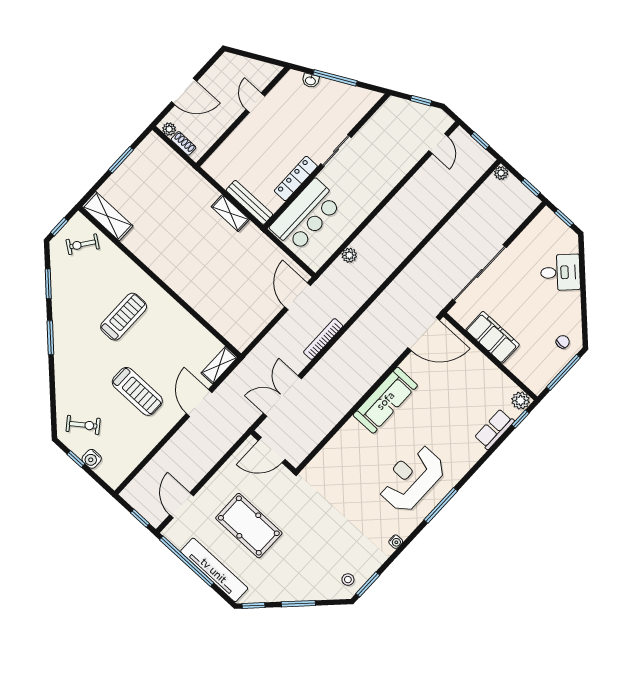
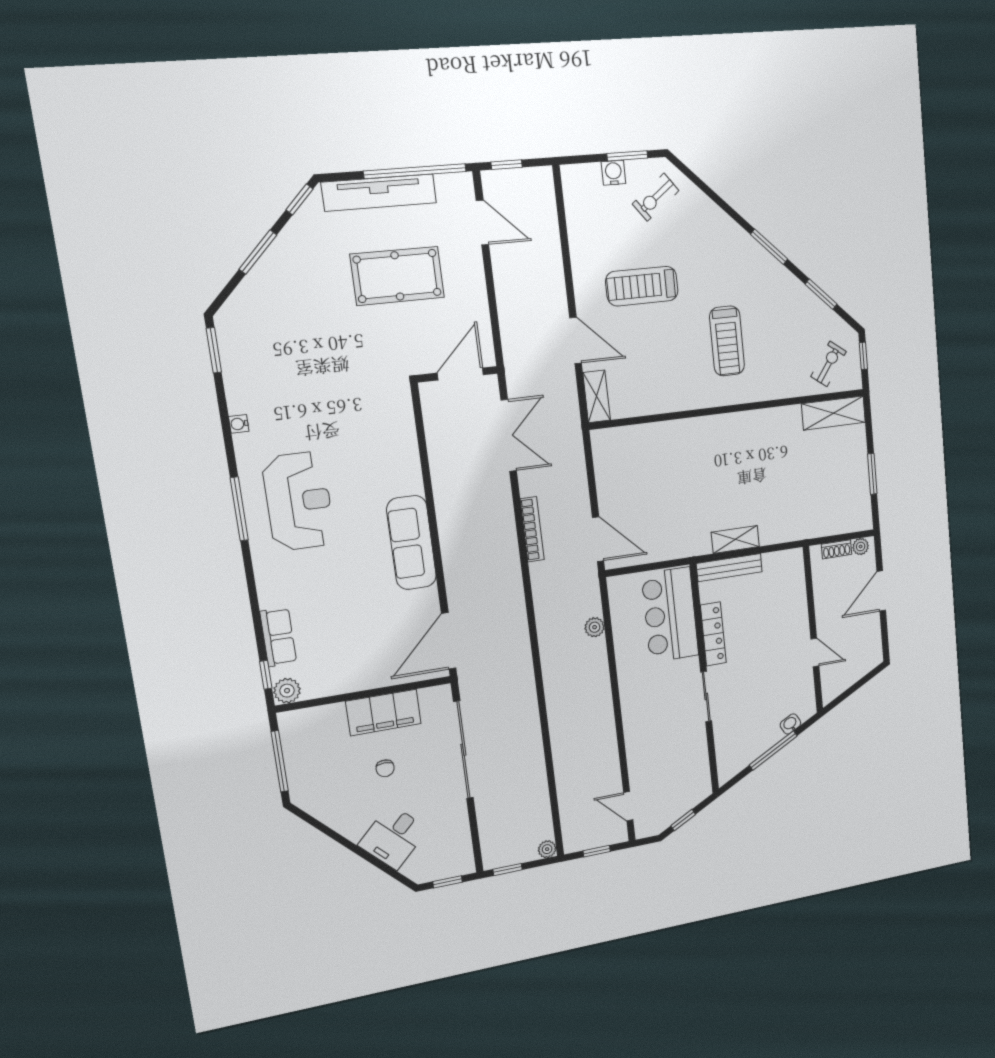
chair: (563, 342) -> (385, 768), moved
window: (76, 459) -> (627, 156), width x1.50
stool: (348, 580) -> (239, 333), removed

